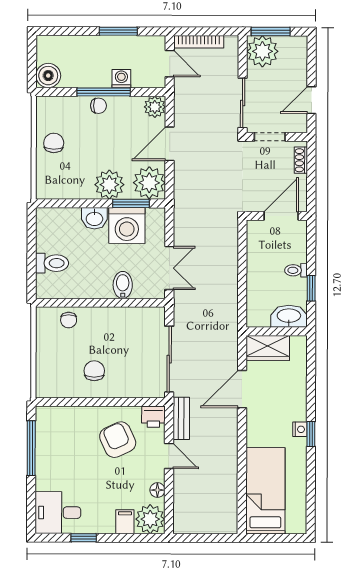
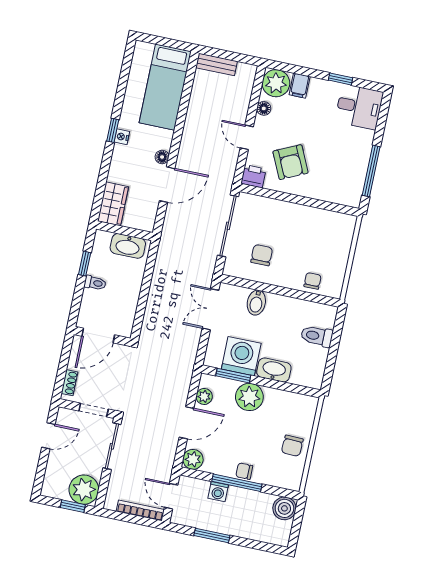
window: (271, 31) -> (73, 506), width x0.67
plant: (149, 183) -> (204, 396), width x0.53, depth x0.53
washbasin: (94, 218) -> (274, 370), width x1.38
washbasin: (289, 316) -> (128, 246), moved
wardrobe: (268, 348) -> (113, 204), moved, turned 90
chair: (94, 371) -> (262, 255), moved, turned 180
floor lamp: (253, 417) -> (162, 157), added
bench: (181, 418) -> (217, 64), moved, turned 90

